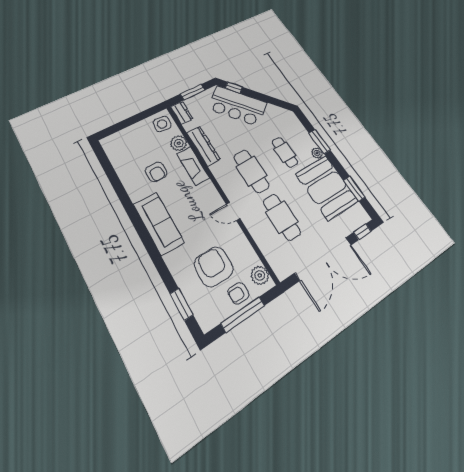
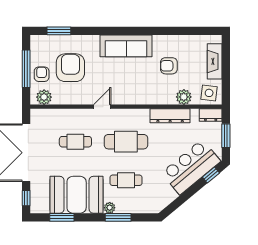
fireplace: (193, 166) -> (215, 61), moved, turned -90
cafe table: (282, 217) -> (75, 142), width x0.73, depth x0.74
armchair: (214, 267) -> (70, 68), turned -90

